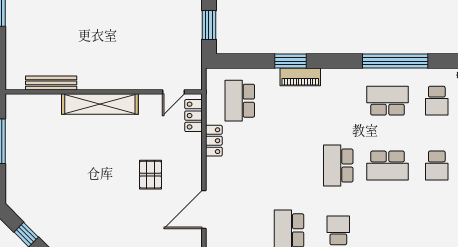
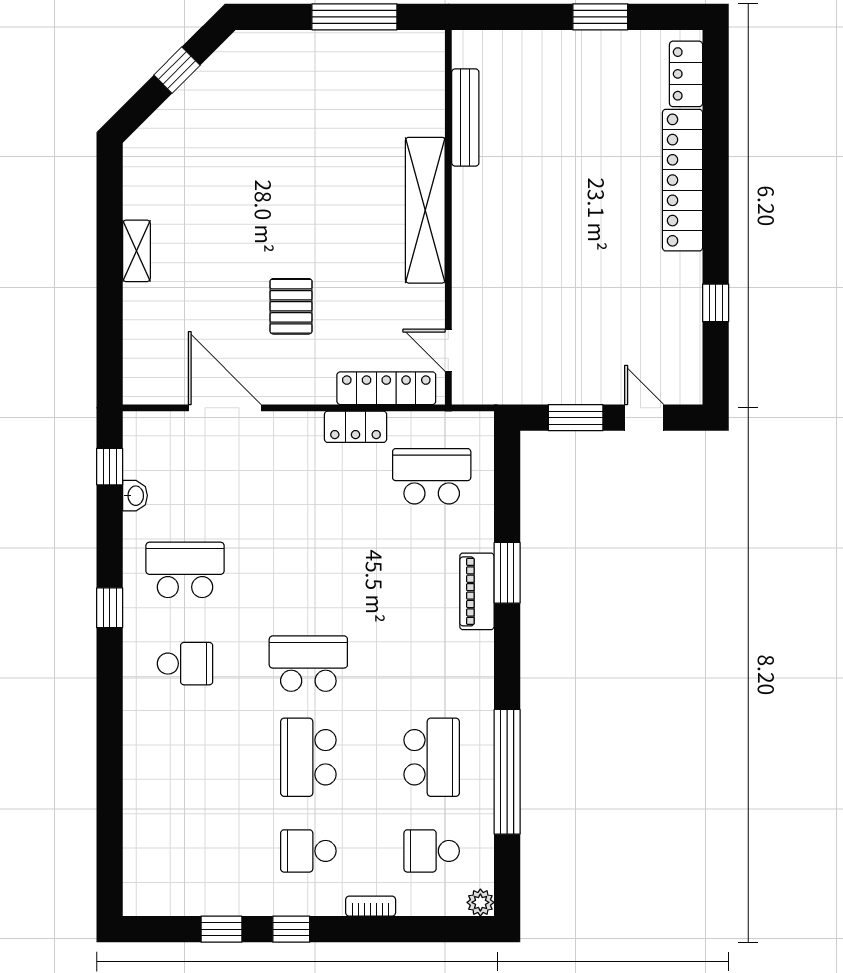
locker: (194, 116) -> (386, 388), width x1.53
pallet: (150, 175) -> (291, 306), turned 90

